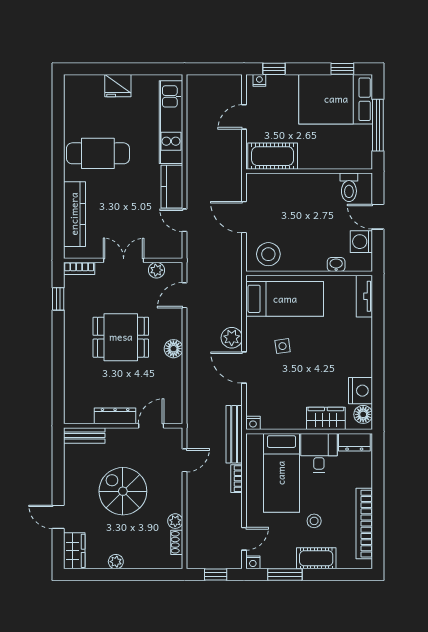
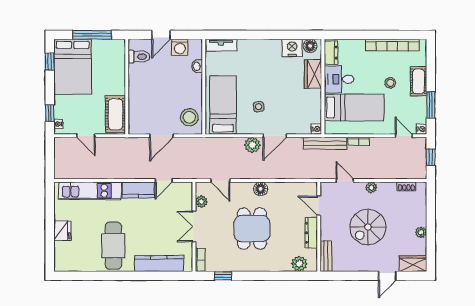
plant: (74, 400) -> (299, 264), added
plant: (175, 521) -> (371, 188), moved

